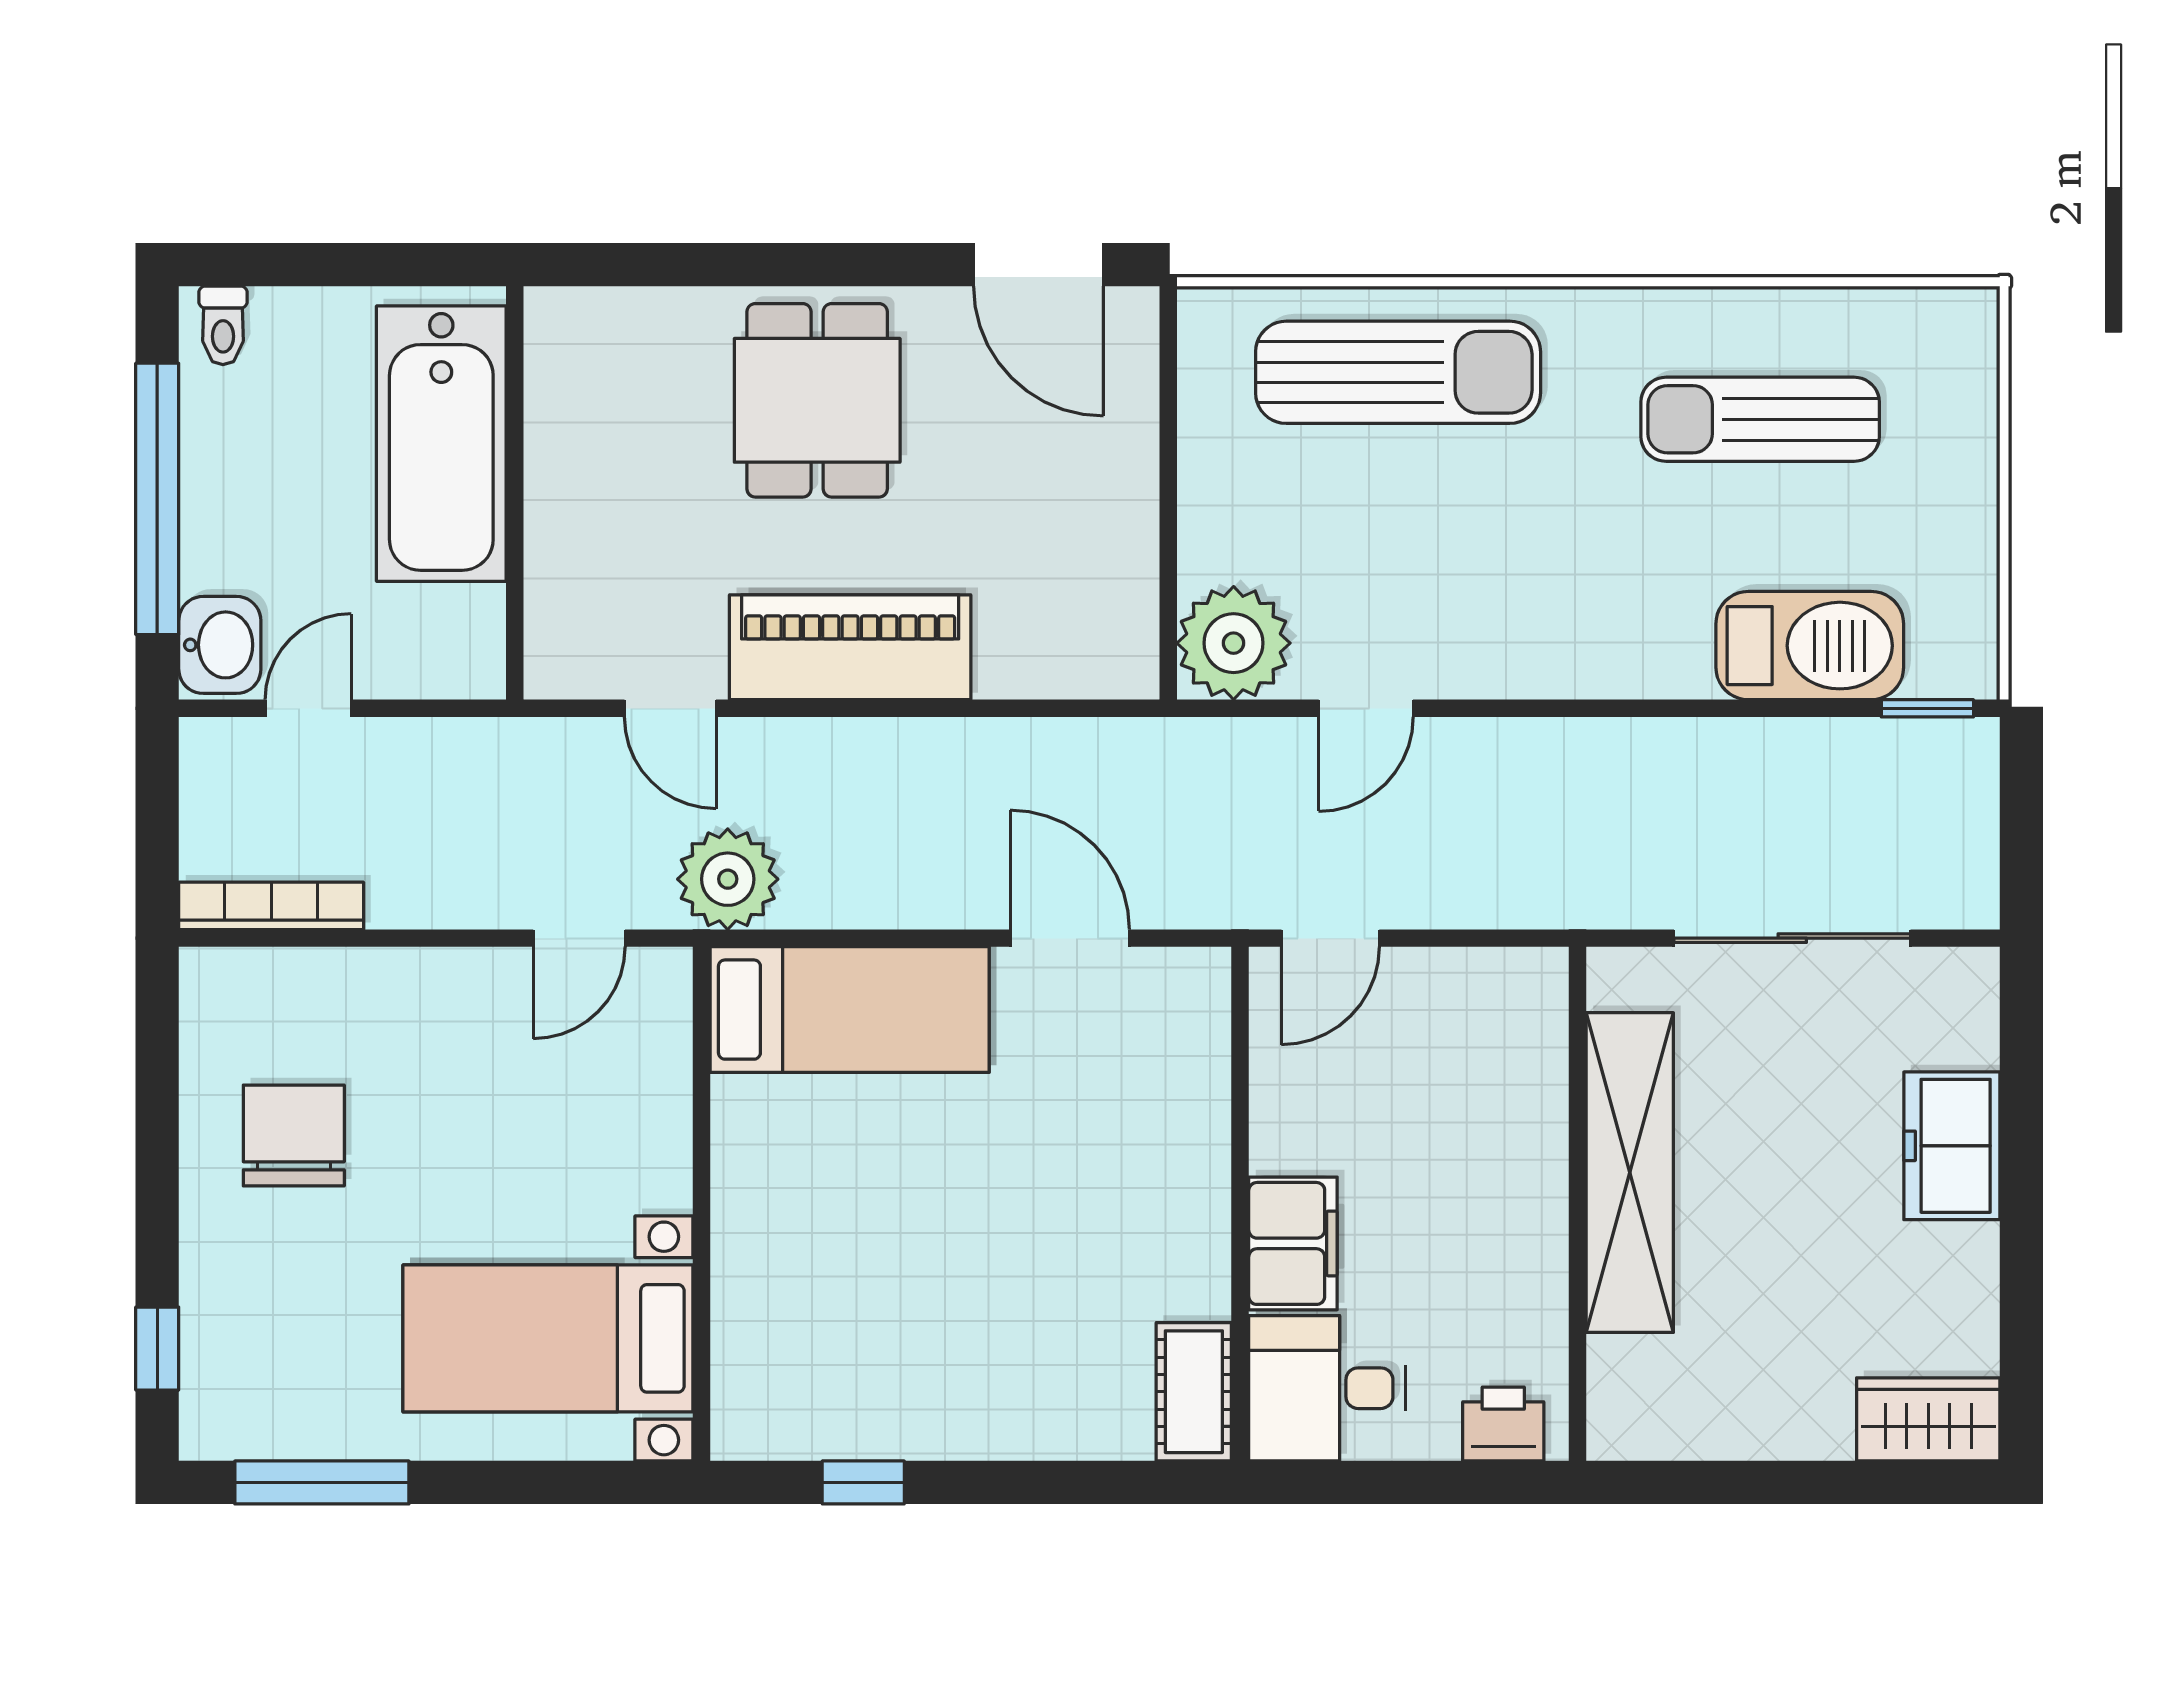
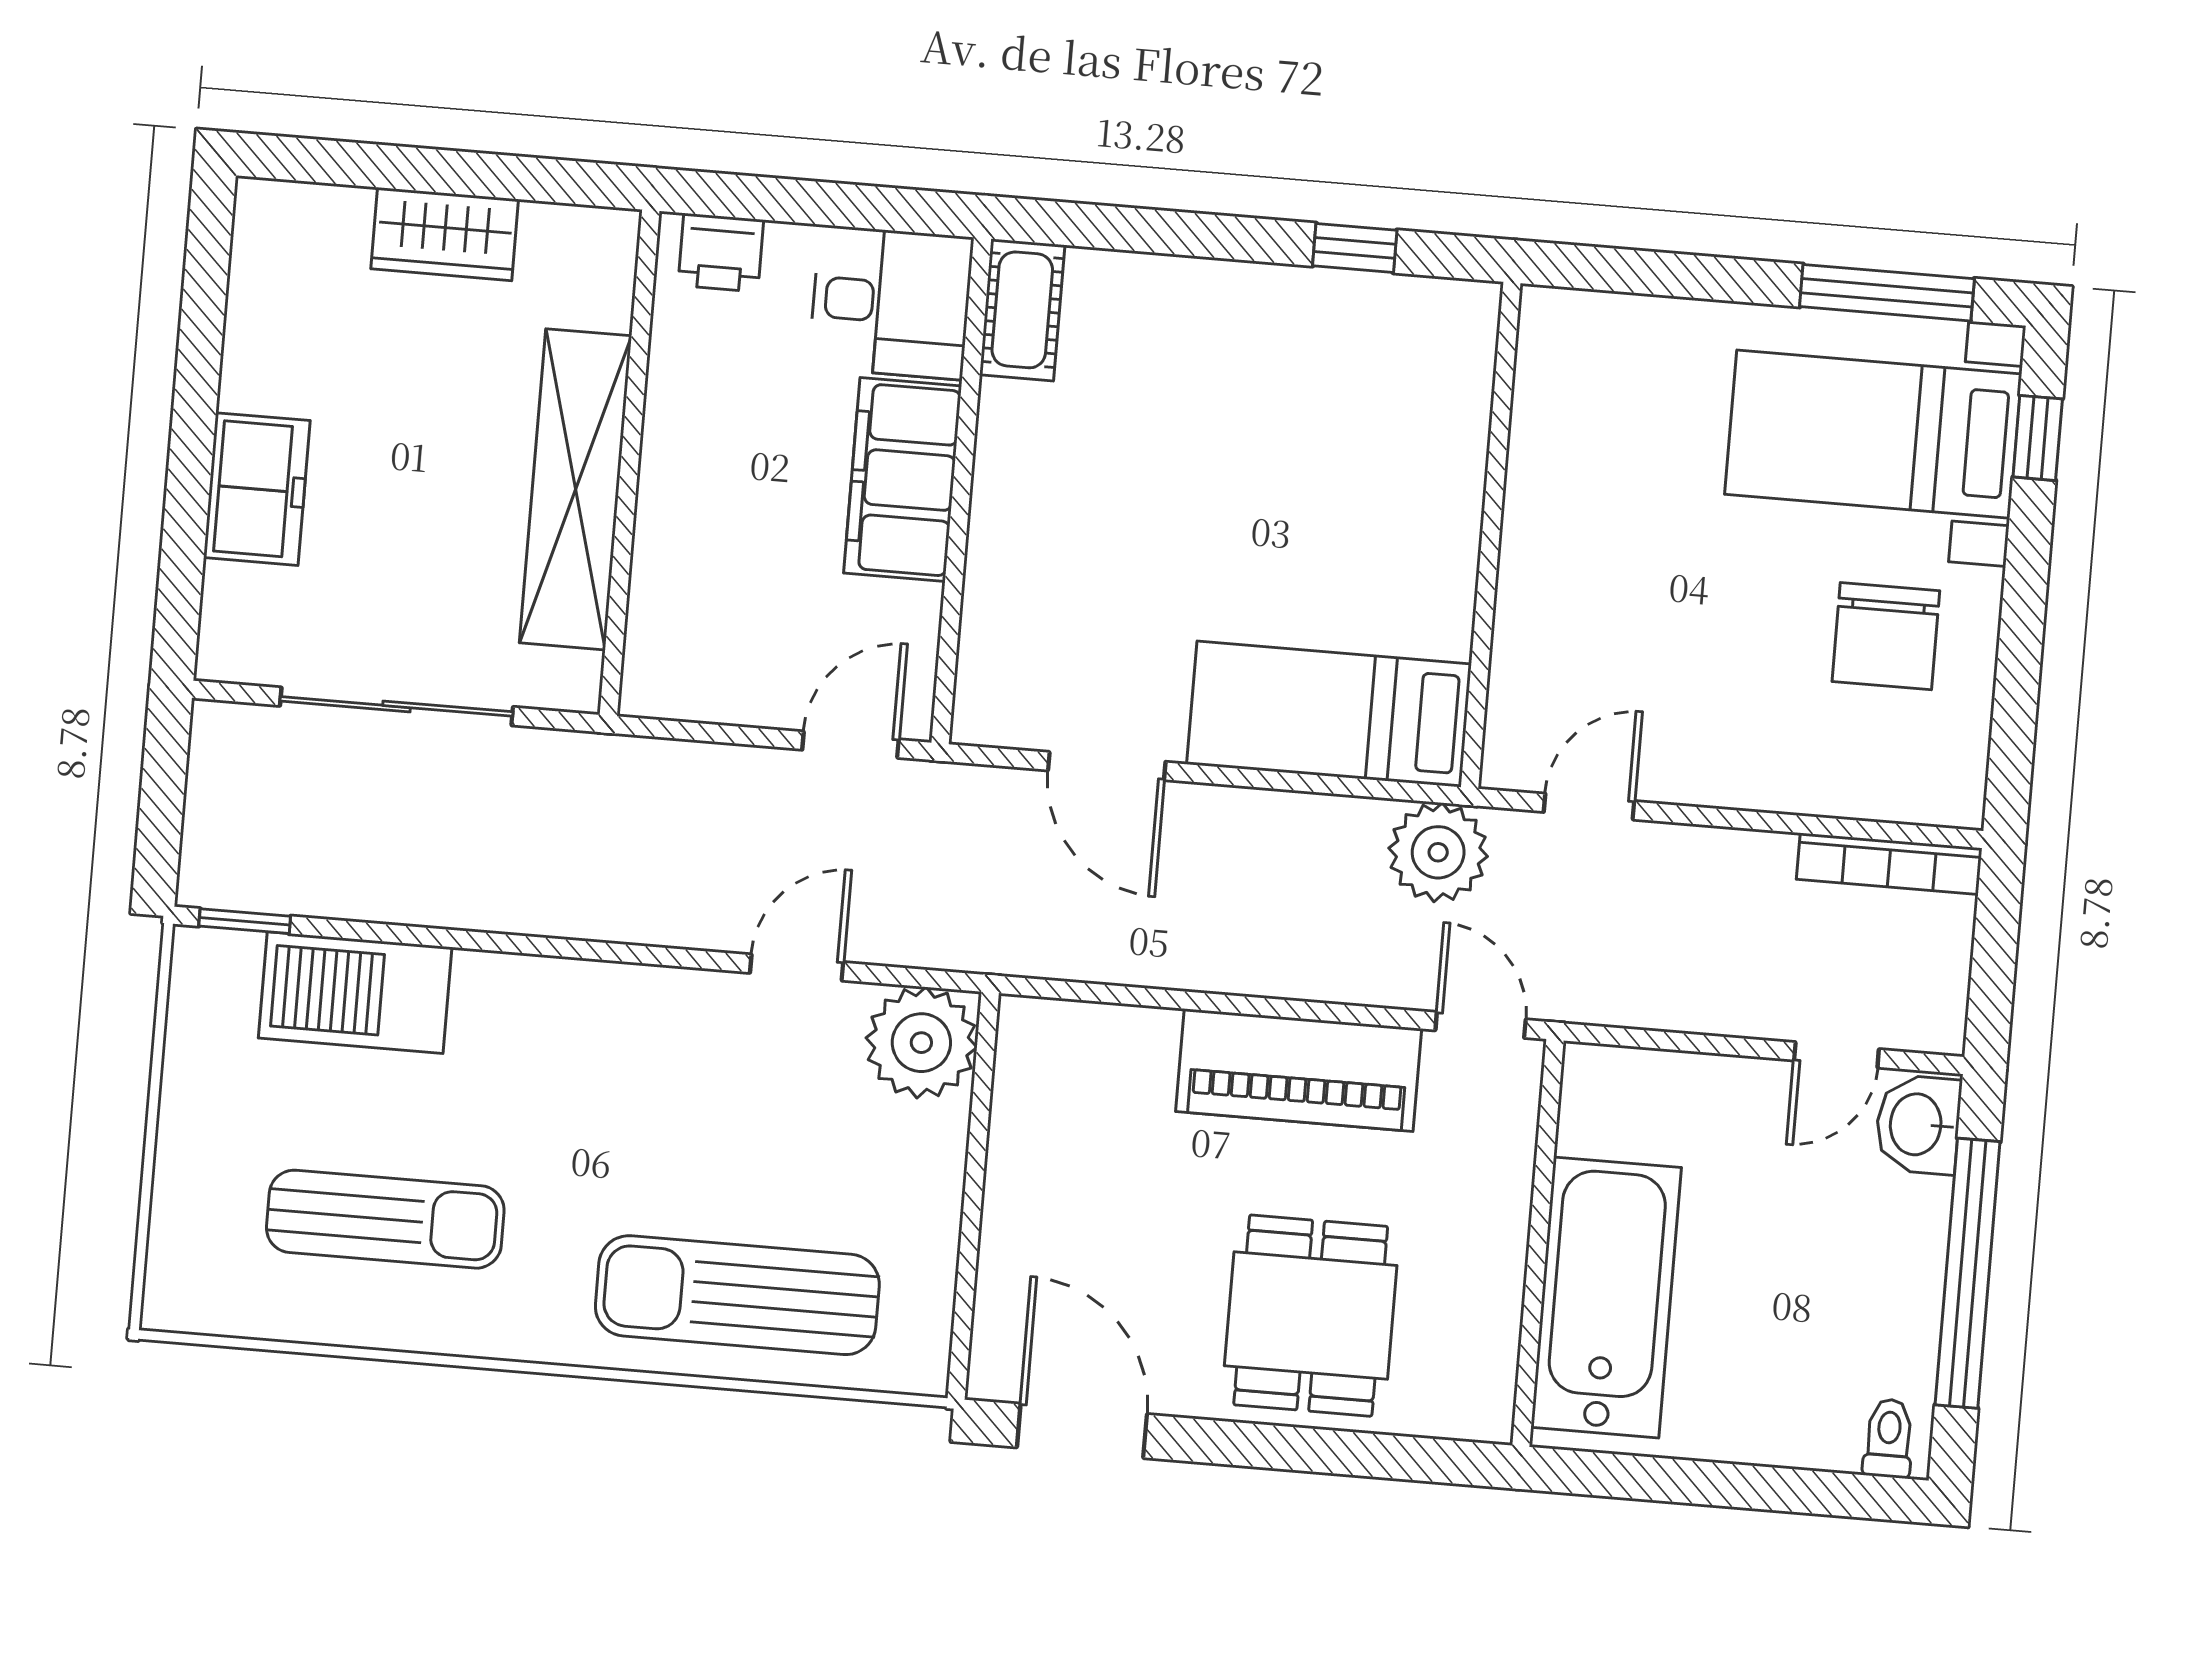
bathtub: (441, 444) -> (1606, 1297), moved
wall: (515, 493) -> (1538, 1243), moved
filing cabinet: (1293, 1243) -> (903, 479), width x1.50, depth x1.17
bed with nightstands: (548, 1338) -> (1873, 434), moved, turned 180
wardrobe: (1928, 1419) -> (445, 234), moved

